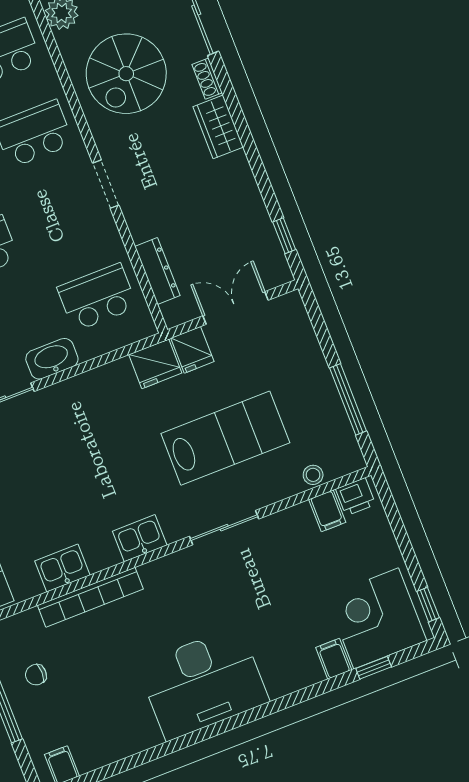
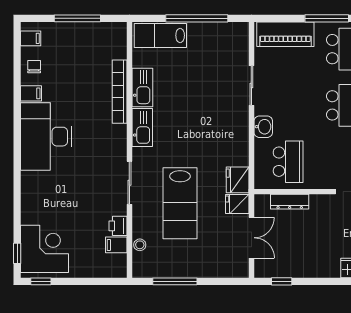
washbasin: (52, 359) -> (263, 127), width x0.72
printer: (356, 497) -> (118, 226), moved
kitchen sink: (140, 538) -> (142, 127), width x1.38
kitchen sink: (62, 568) -> (142, 87), width x1.38
filing cabinet: (334, 659) -> (31, 93), moved
window: (374, 668) -> (17, 253), moved
chair: (36, 675) -> (34, 67), moved

